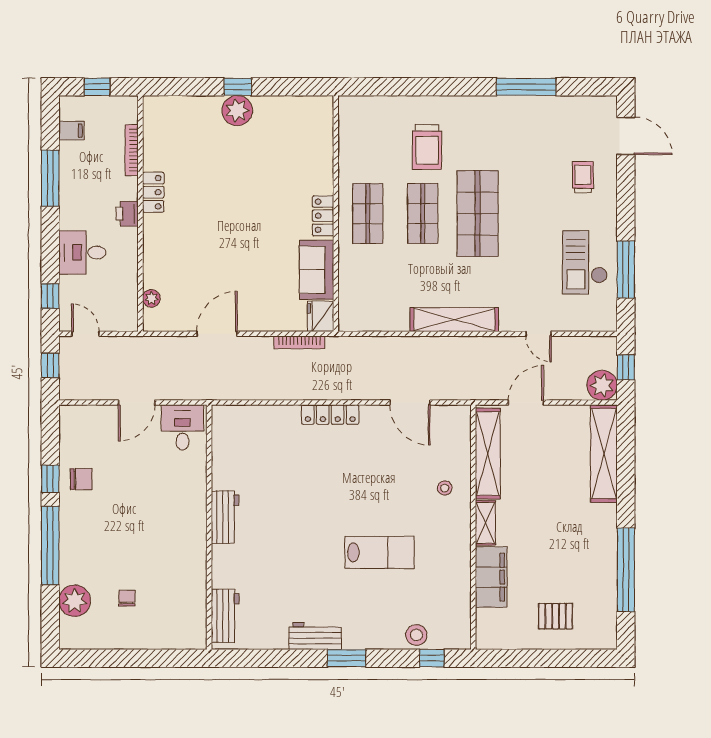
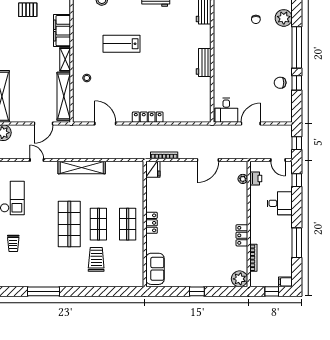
plant: (237, 111) -> (239, 279), moved
filing cabinet: (71, 131) -> (285, 282), moved
printer: (127, 214) -> (256, 179), moved
sofa: (317, 270) -> (155, 269), moved

